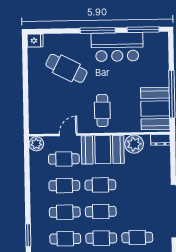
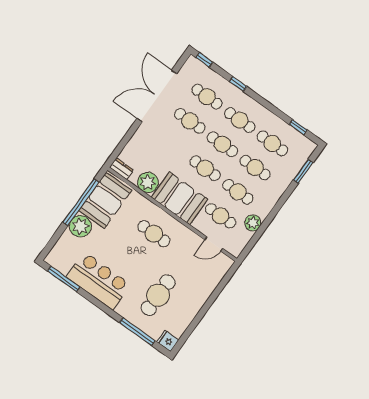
window: (98, 30) -> (137, 332), moved
cafe table: (66, 68) -> (158, 295), turned 63
plant: (159, 76) -> (80, 226), added
cafe table: (102, 110) -> (154, 234), turned 90
door: (68, 135) -> (214, 244), moved
plant: (36, 144) -> (253, 223), moved
cafe table: (137, 211) -> (190, 121), added

